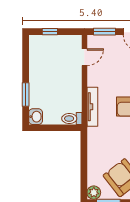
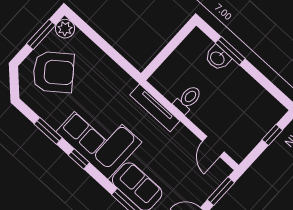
washbasin: (36, 117) -> (218, 58), moved
toilet: (72, 119) -> (188, 99), moved

